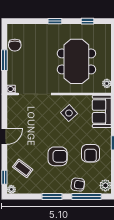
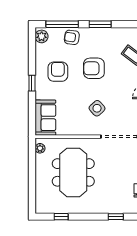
window: (55, 21) -> (116, 217), moved
side table: (69, 113) -> (97, 108), moved

